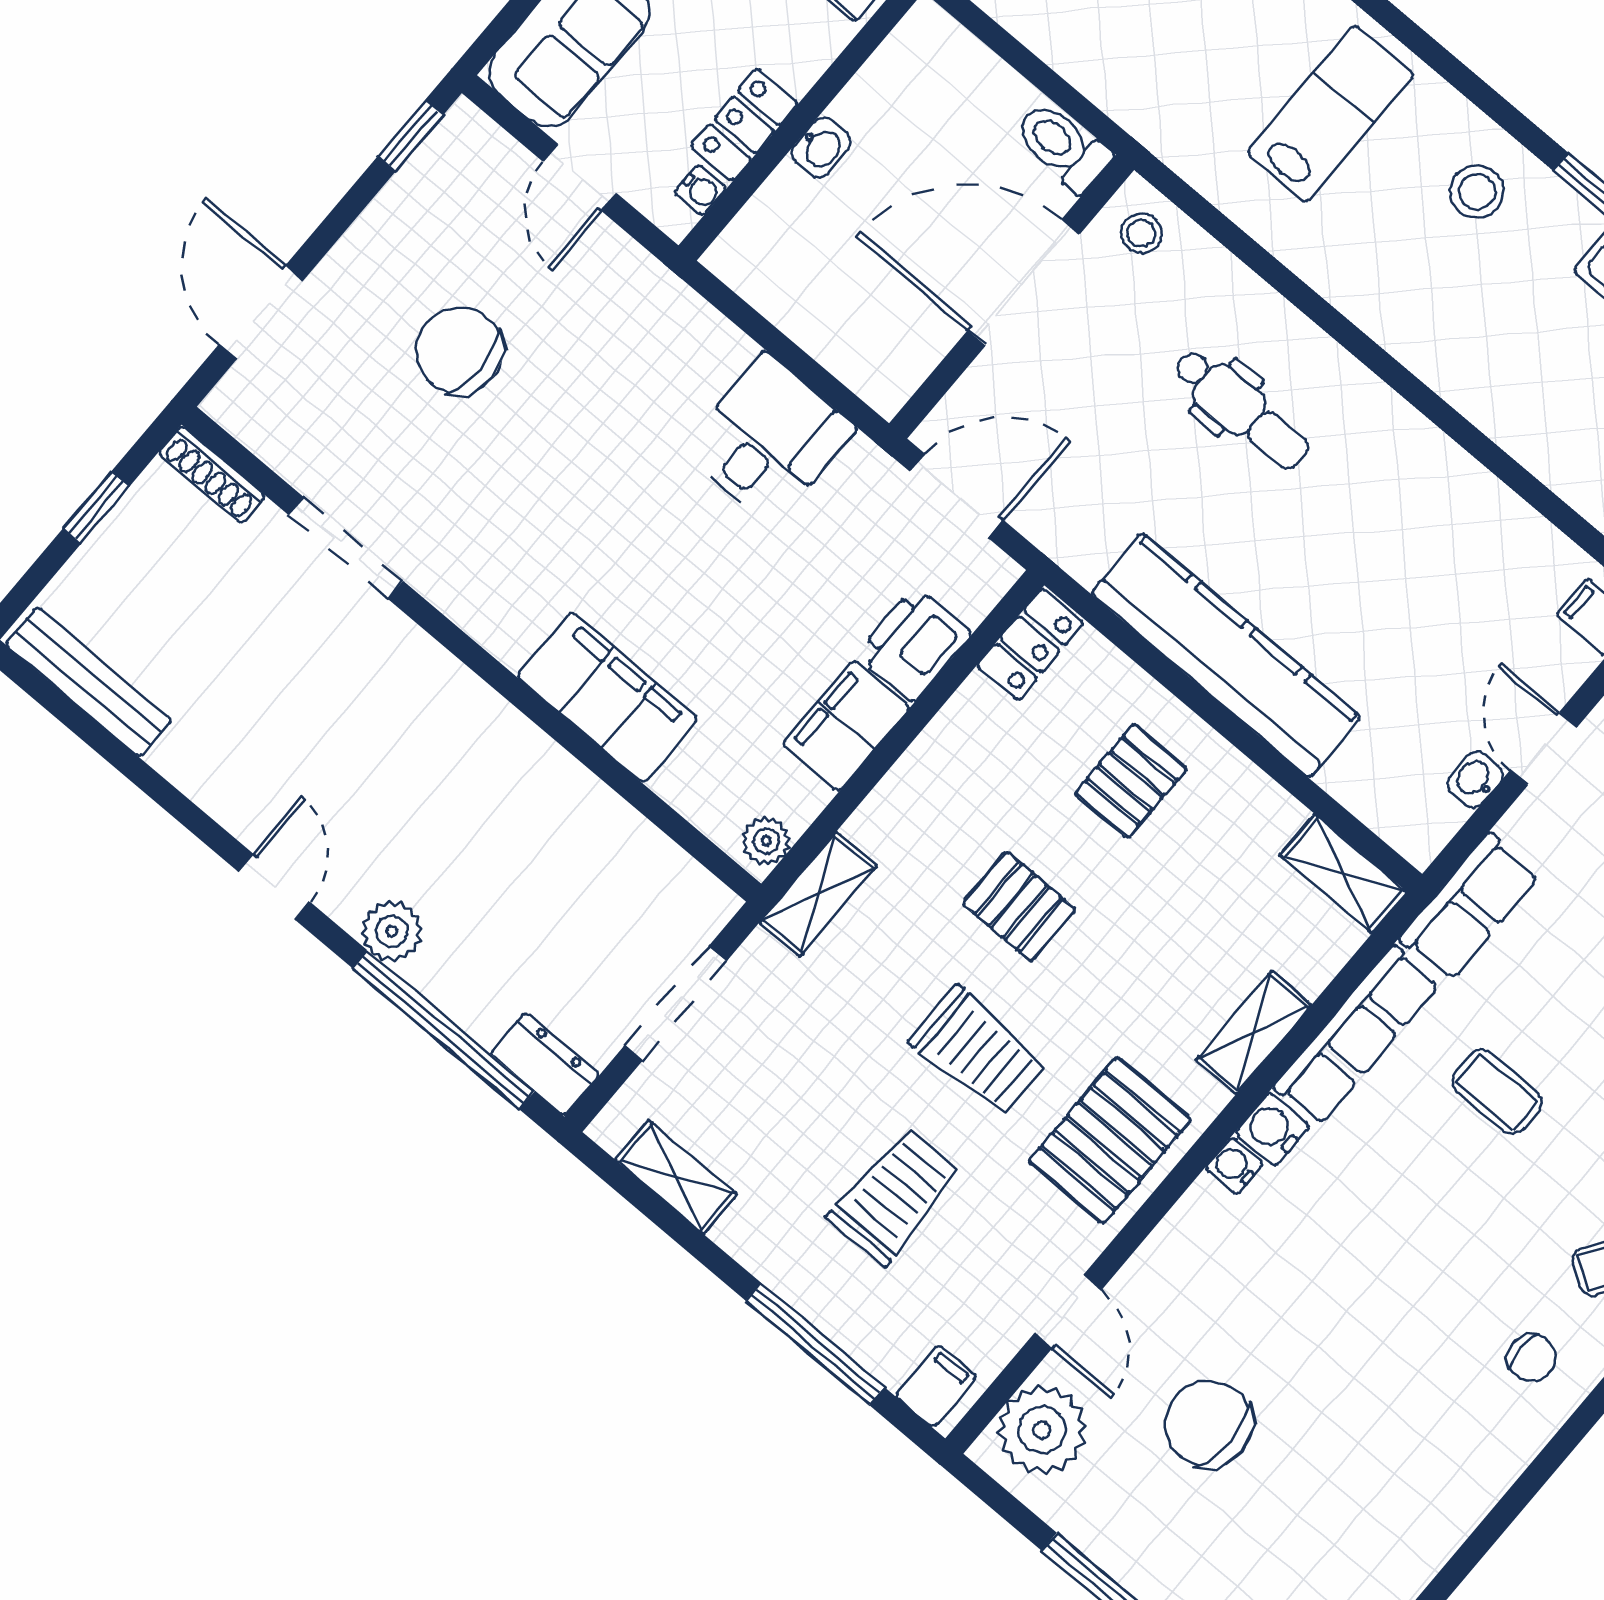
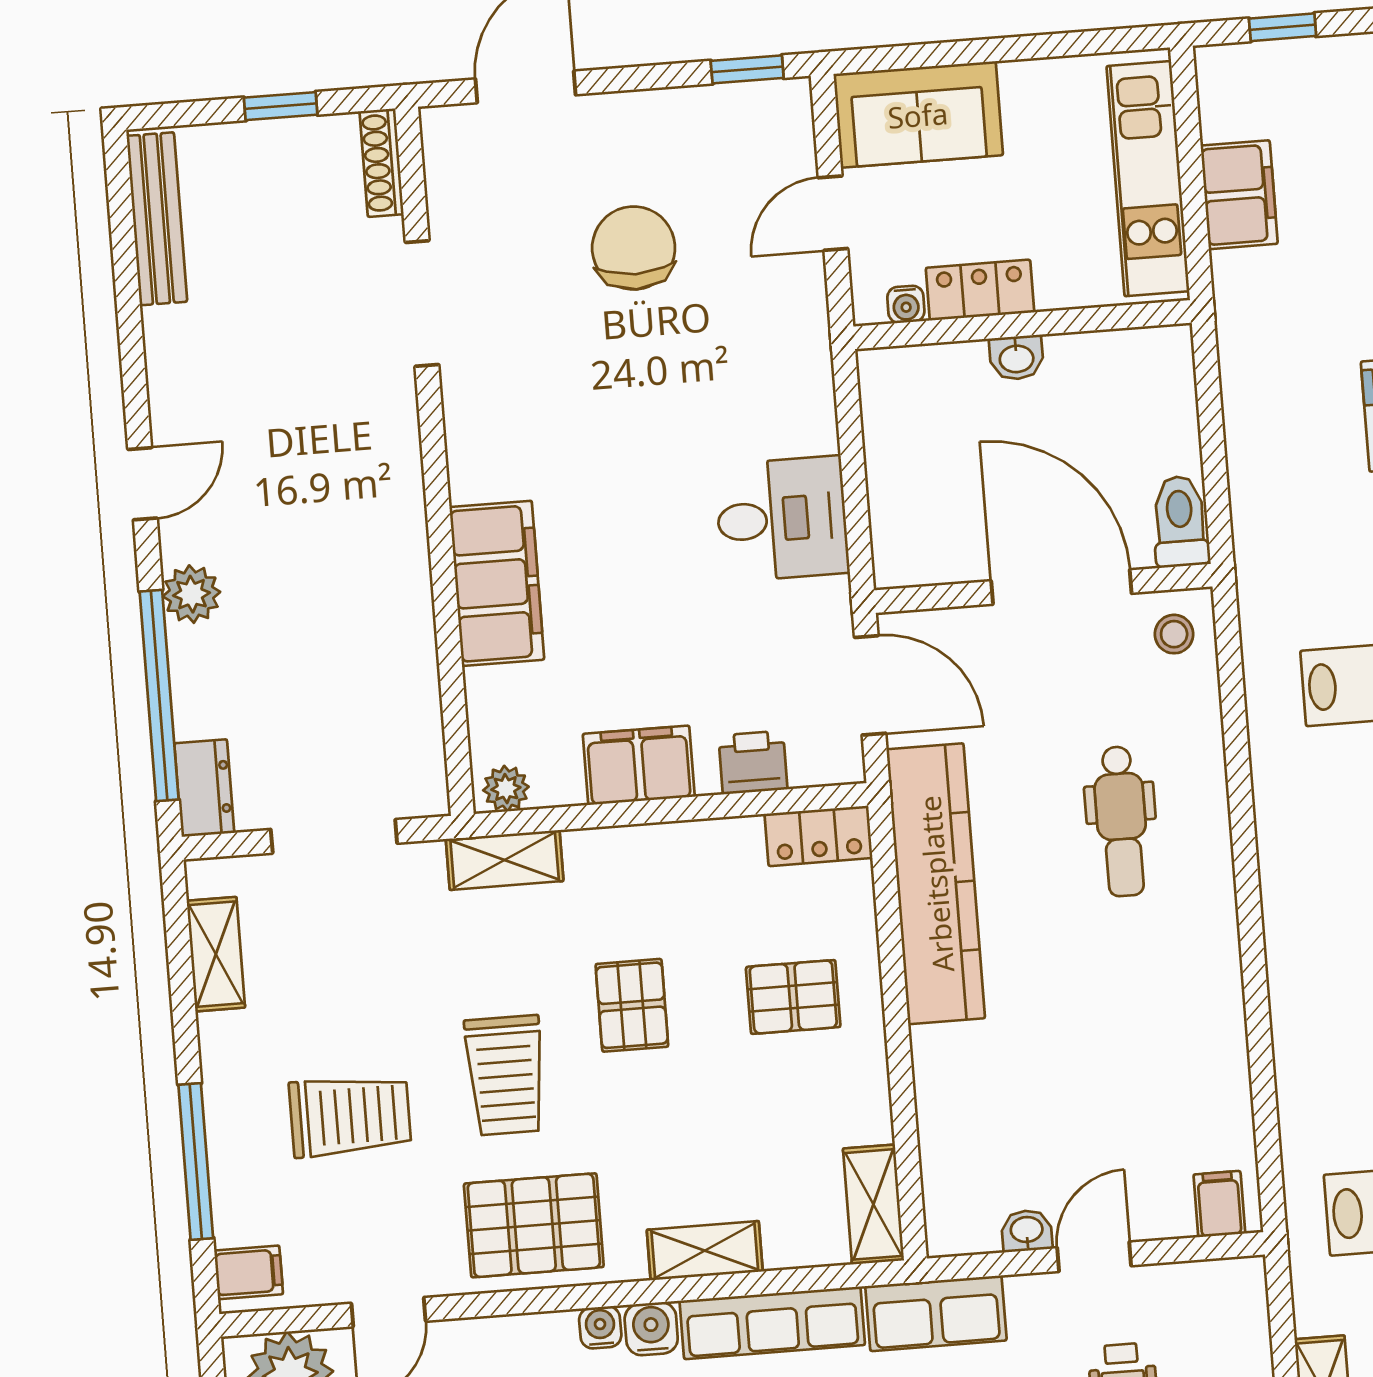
printer: (914, 644) -> (753, 762), width x0.73, depth x0.81
kitchen counter: (1226, 655) -> (936, 884), moved

